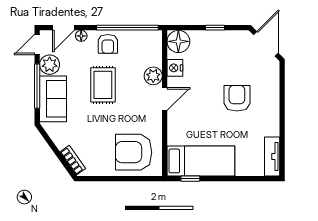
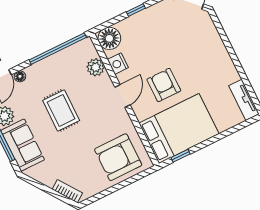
armchair: (108, 44) -> (47, 72), removed
plant: (153, 76) -> (96, 67), moved
armchair: (237, 98) -> (164, 85), moved
bed: (201, 161) -> (179, 129), width x1.50

